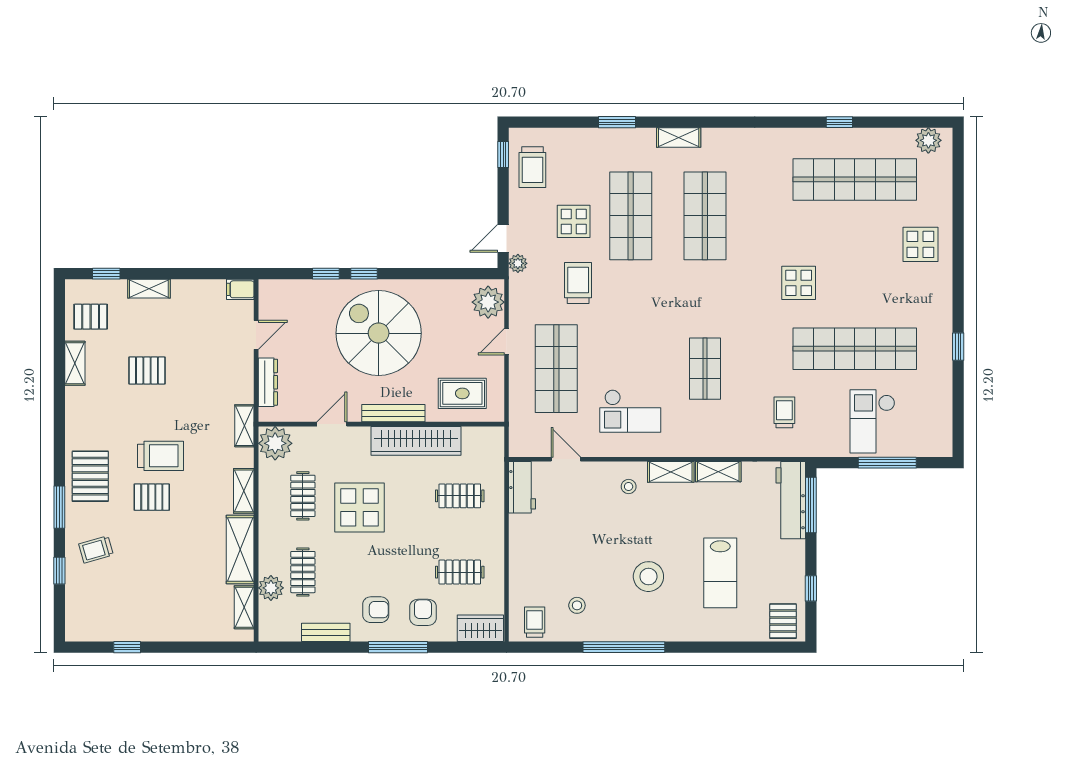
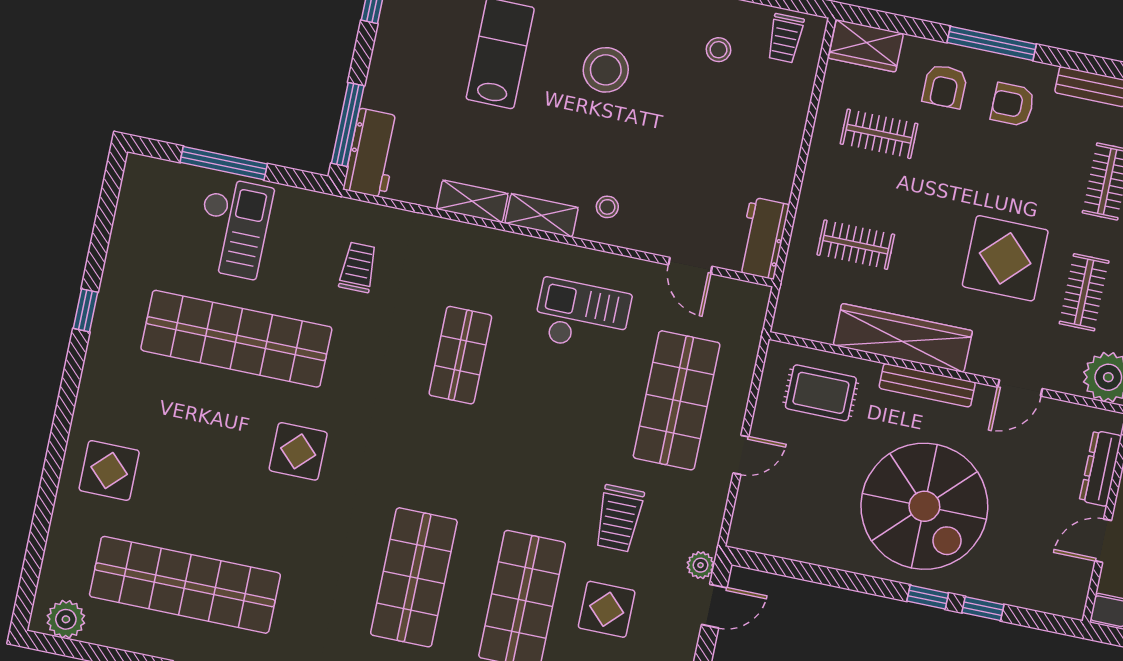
plant: (488, 302) -> (756, 518), removed
trolley: (784, 412) -> (358, 267), turned 180
workbench: (791, 500) -> (372, 153), width x0.73

